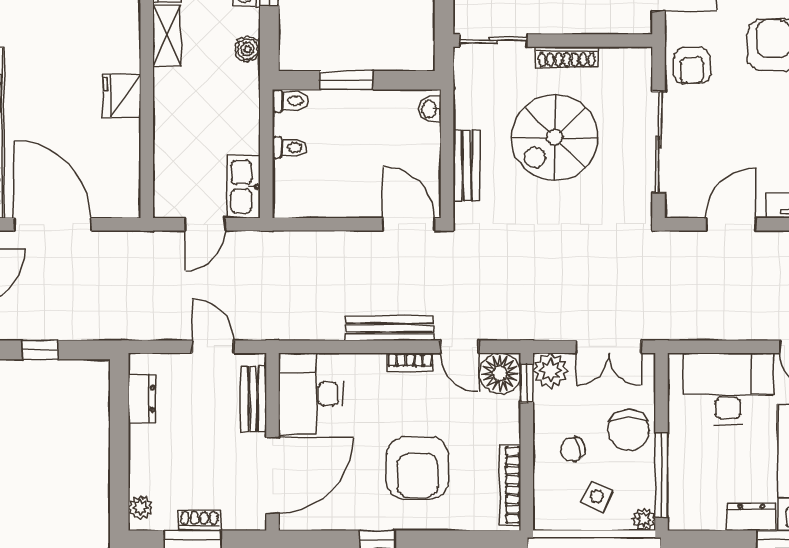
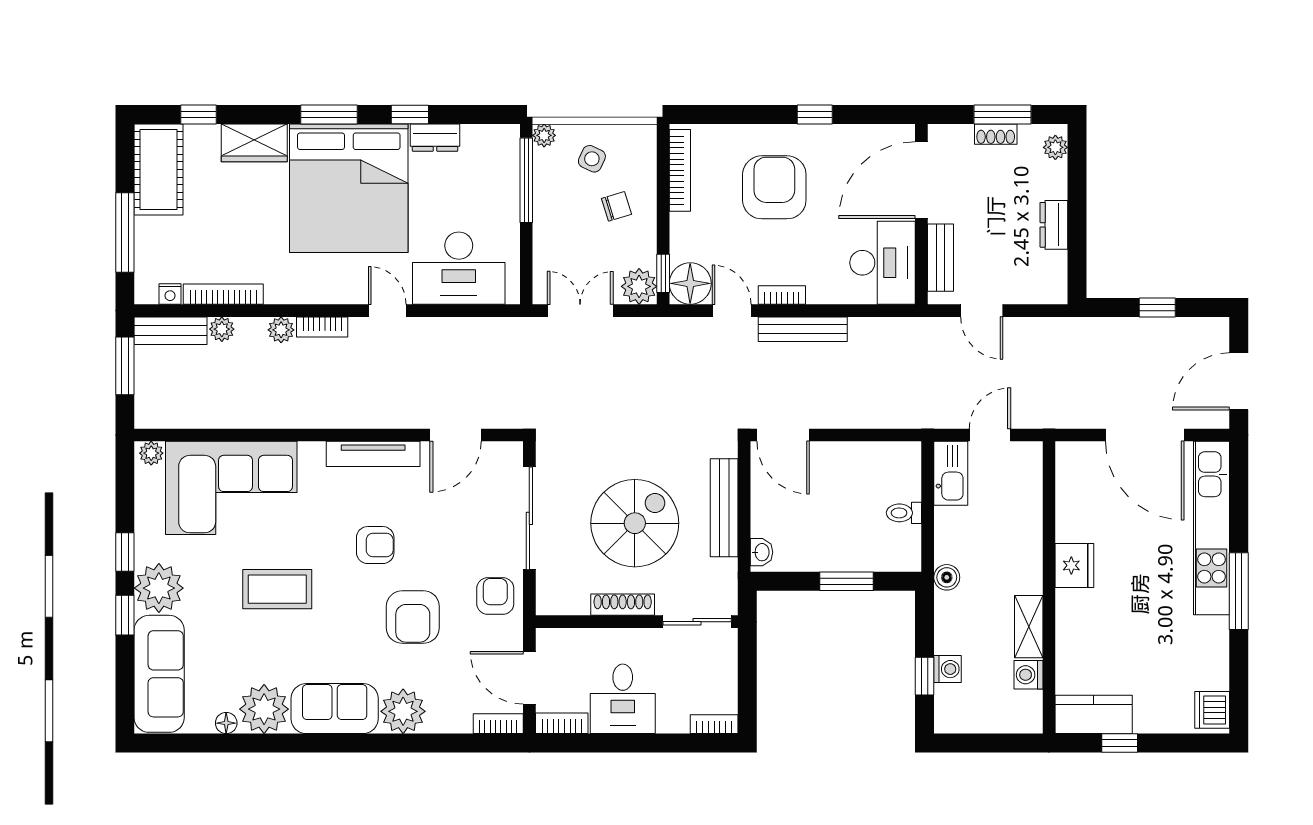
boiler: (247, 49) -> (947, 577), moved
toilet: (290, 101) -> (903, 560), removed
bench: (467, 166) -> (724, 508), width x1.36
dresser: (142, 399) -> (1054, 225), moved
chair: (629, 430) -> (560, 226), removed

